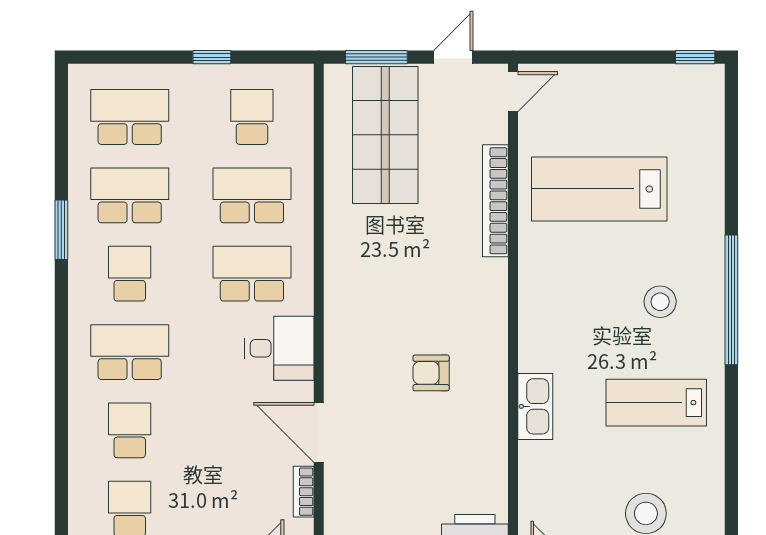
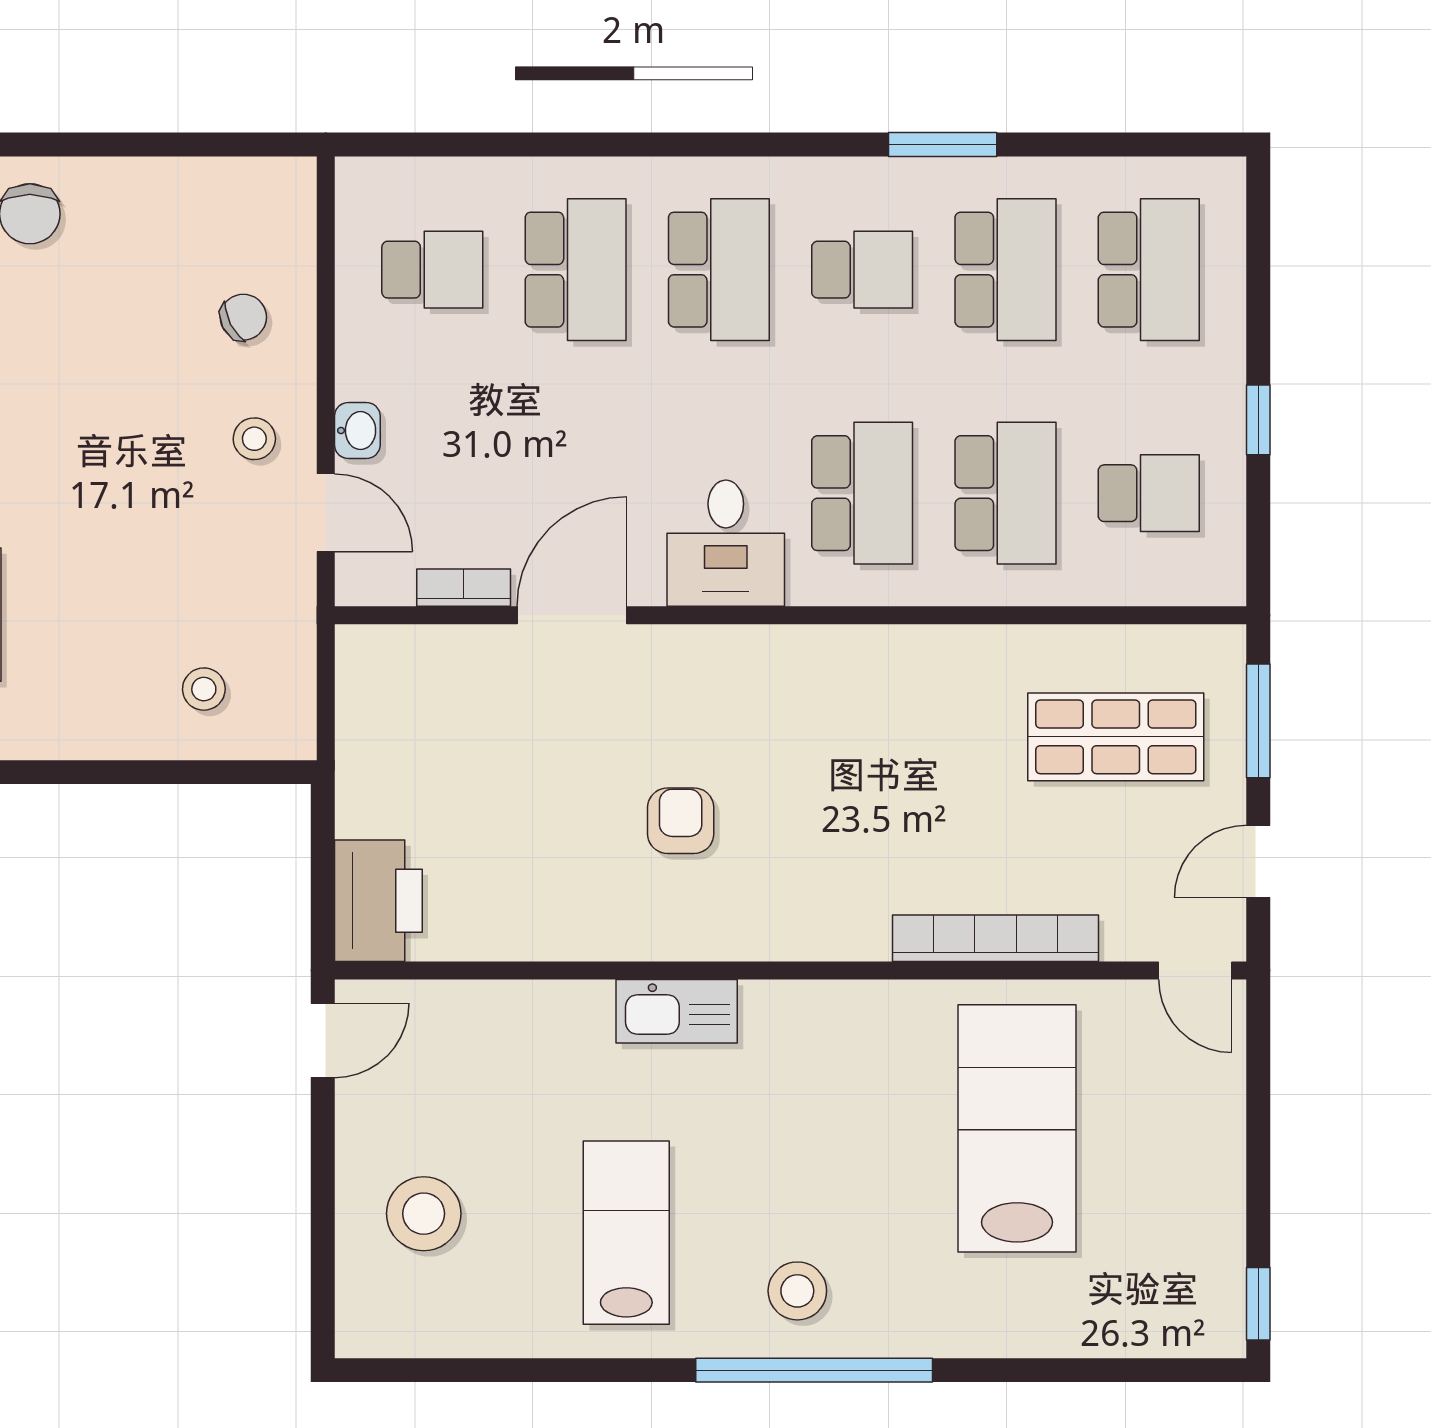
door: (453, 57) -> (1258, 861), swing flipped
shop shelf: (385, 135) -> (1116, 737), width x0.70, depth x0.74
stool: (660, 302) -> (797, 1291), moved
kitchen sink: (535, 406) -> (677, 1011), moved
school desk: (130, 430) -> (576, 270), width x1.85

